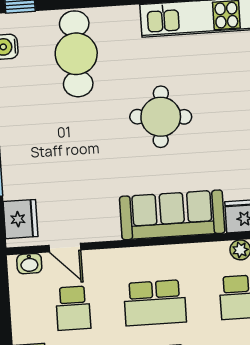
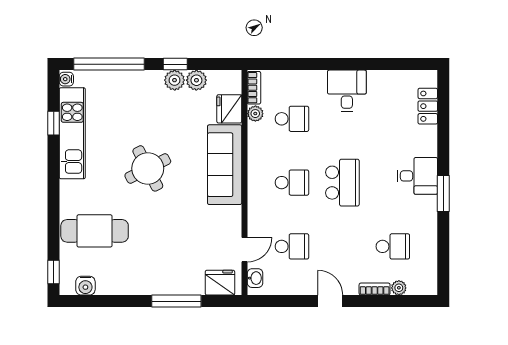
round table: (161, 117) -> (148, 168), turned -31
school desk: (155, 303) -> (292, 183), width x0.54

